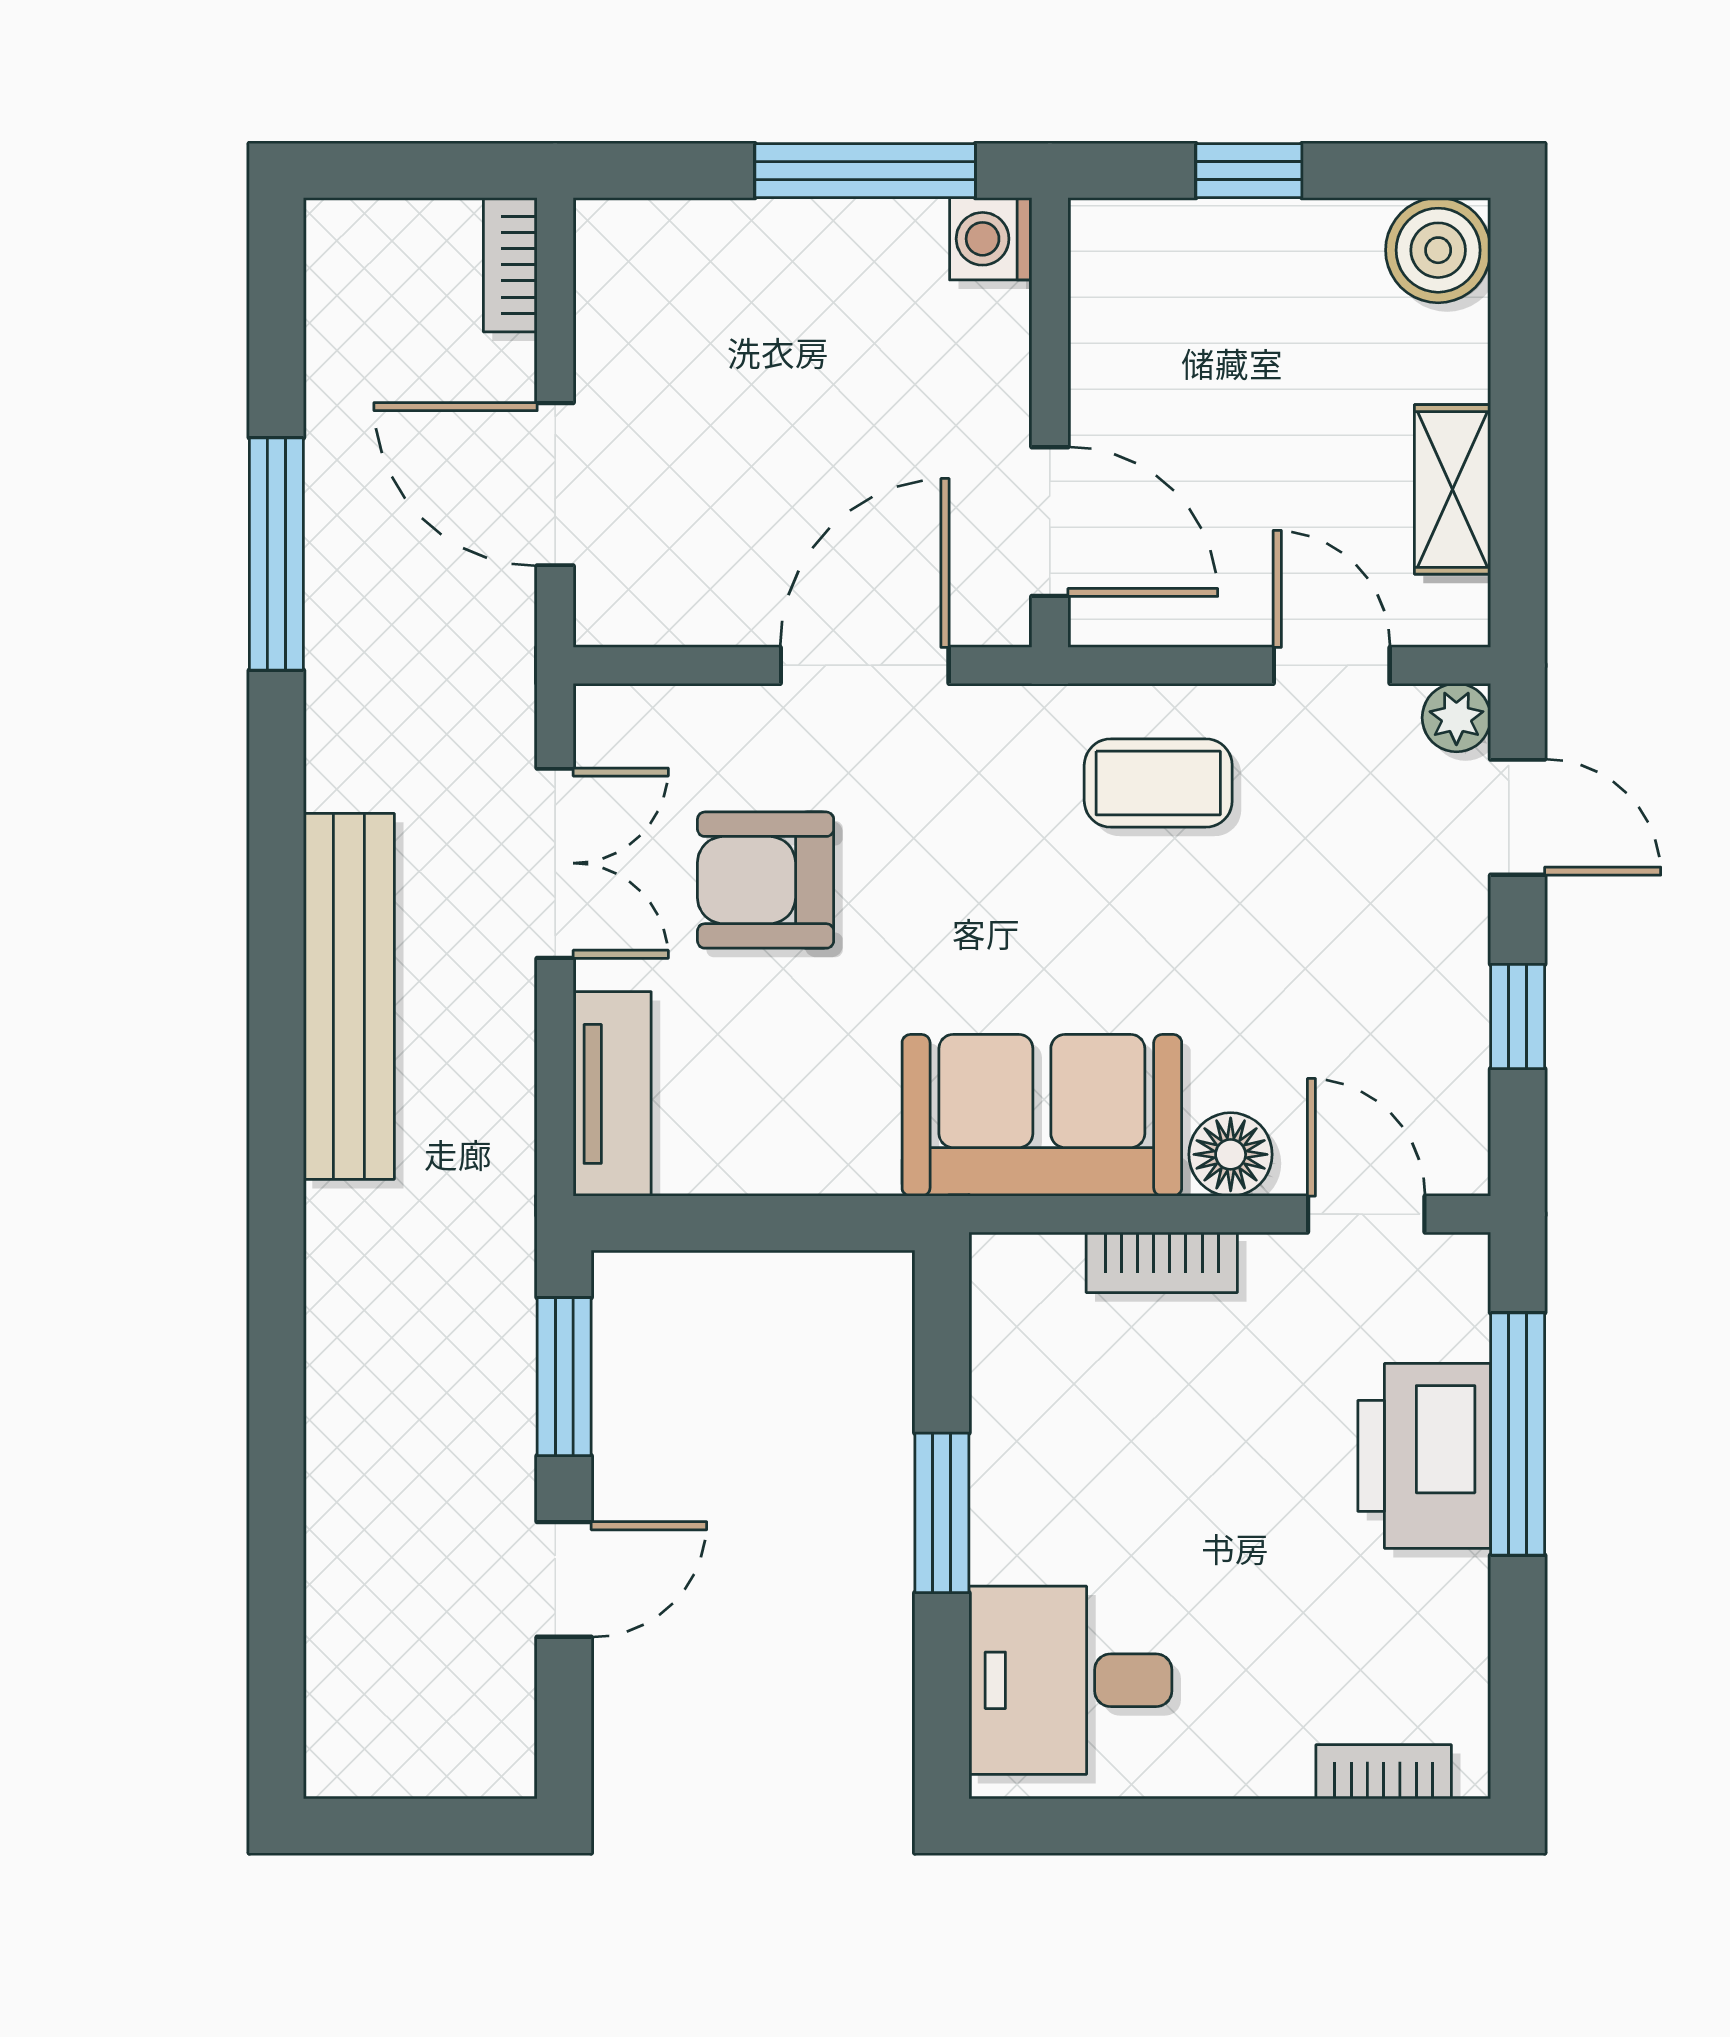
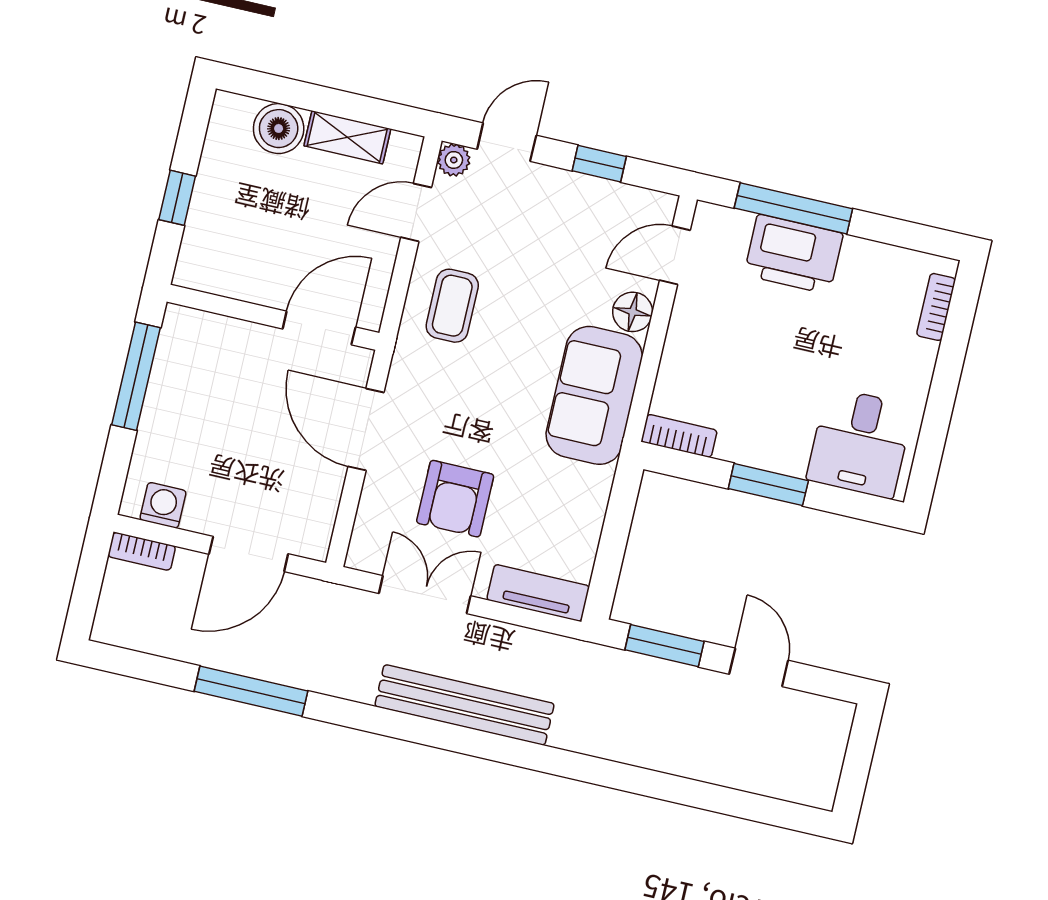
washing machine: (991, 239) -> (163, 505), moved, turned 180
boiler: (1438, 250) -> (279, 129), moved
bookcase: (1162, 1262) -> (679, 436), moved, turned -90

